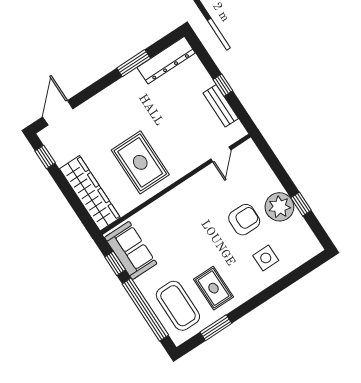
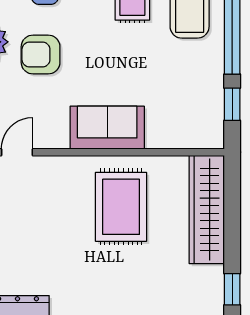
sofa: (131, 250) -> (107, 128), moved, turned 90

